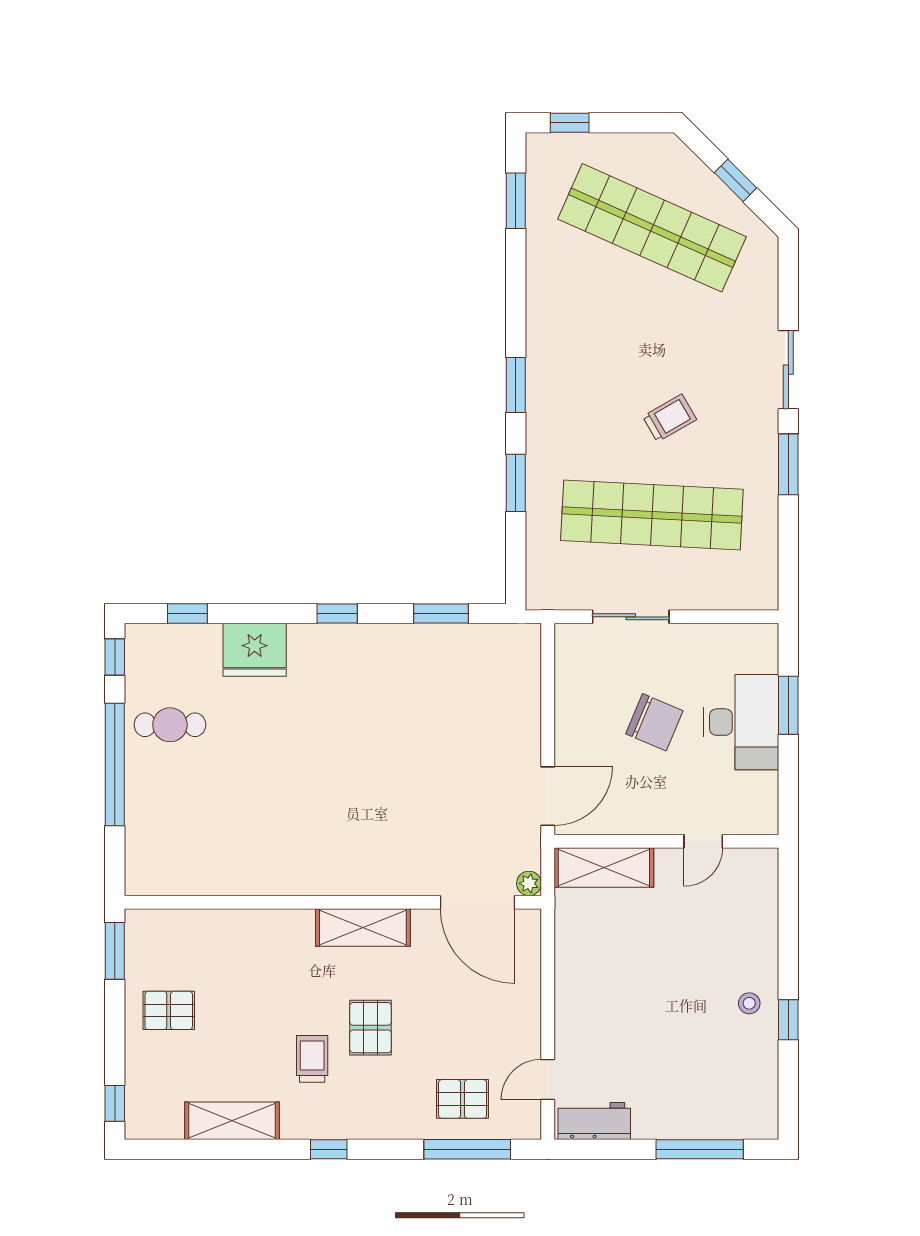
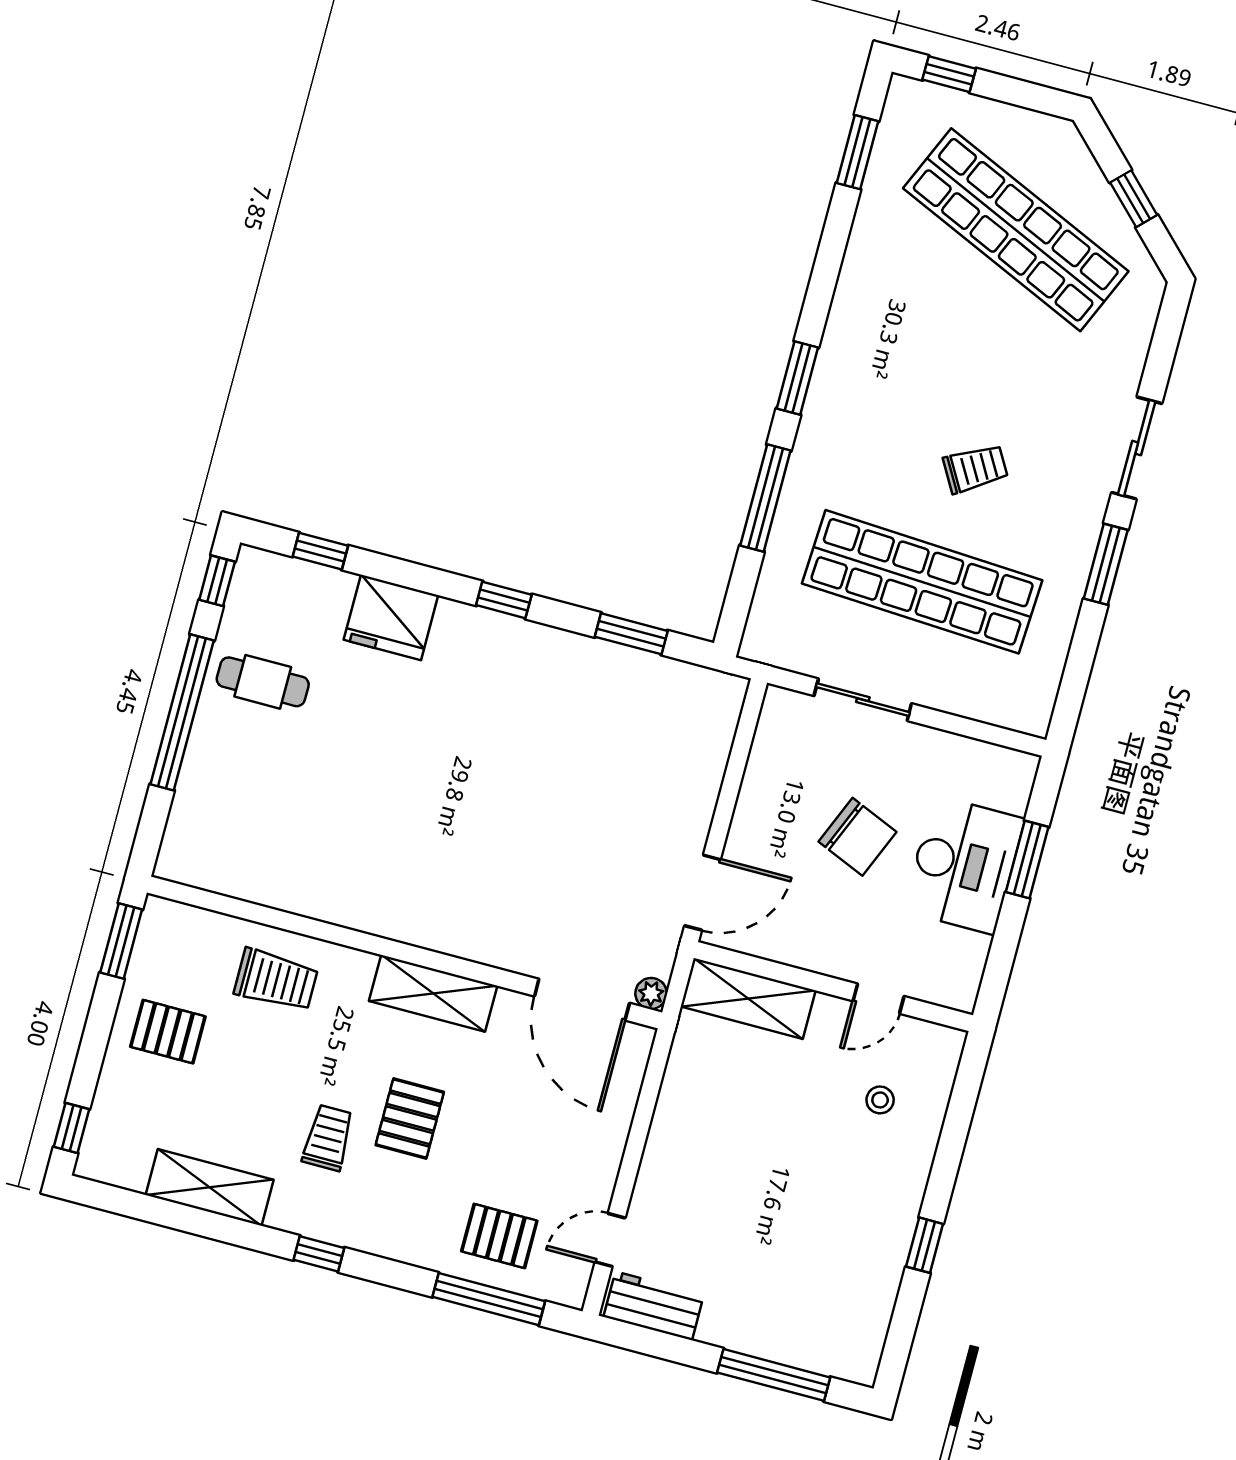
window: (516, 483) -> (765, 498), width x1.44
trolley: (241, 949) -> (276, 980), added
stool: (749, 1003) -> (880, 1100), moved

